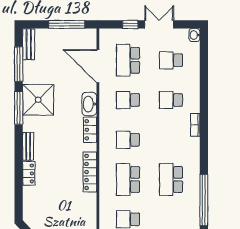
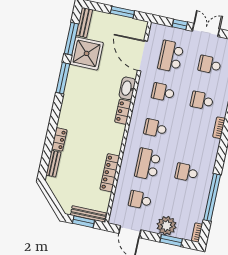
window: (67, 24) -> (122, 12), width x0.69
shower: (38, 100) -> (87, 53), moved
bench: (28, 146) -> (53, 164), moved
locker: (90, 172) -> (110, 173), moved
school desk: (171, 180) -> (187, 172), width x0.54

